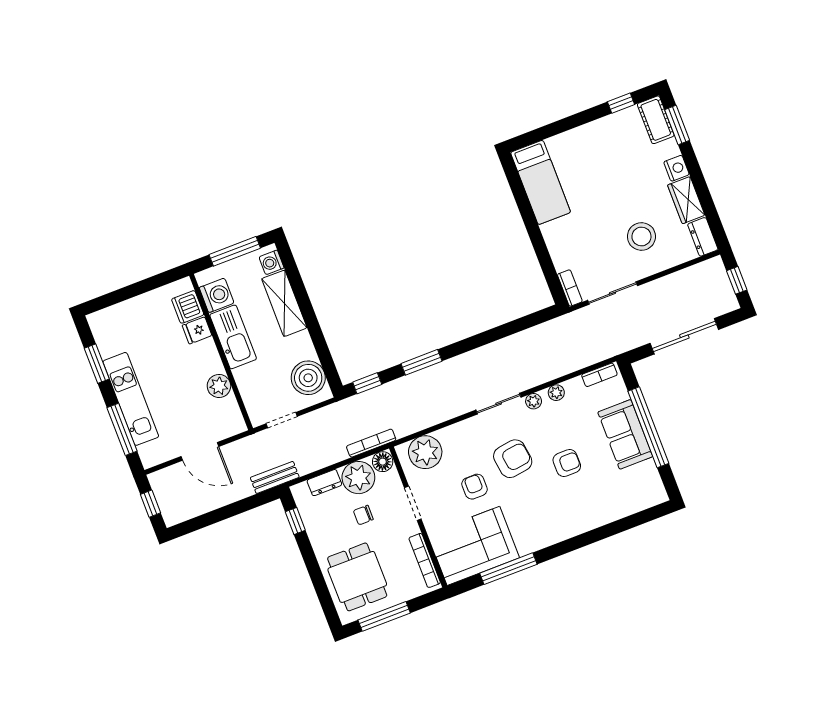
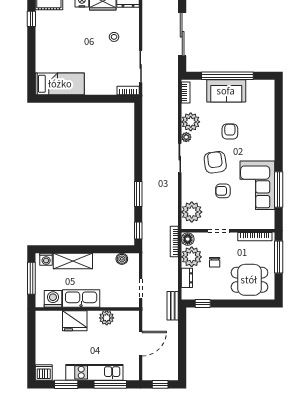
stool: (641, 237) -> (114, 37), width x0.53, depth x0.53
dishwasher: (188, 307) -> (44, 373), moved, turned 180
fridge: (197, 330) -> (75, 321), width x1.88, depth x1.34
boiler: (308, 378) -> (122, 259), width x0.54, depth x0.54
plant: (556, 393) -> (191, 122), width x1.88, depth x1.88
corner sofa: (473, 546) -> (257, 185), moved
window: (384, 616) -> (279, 257), moved

